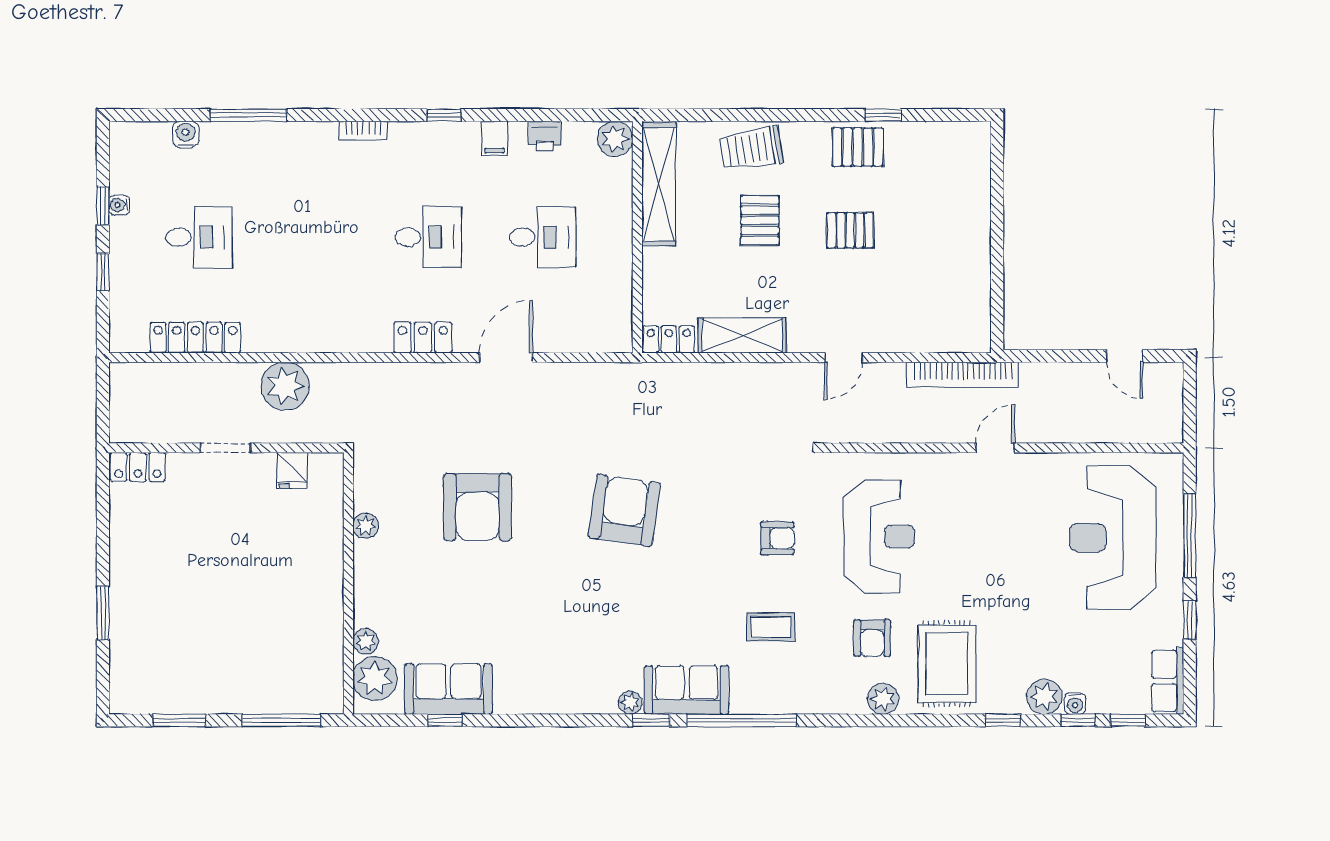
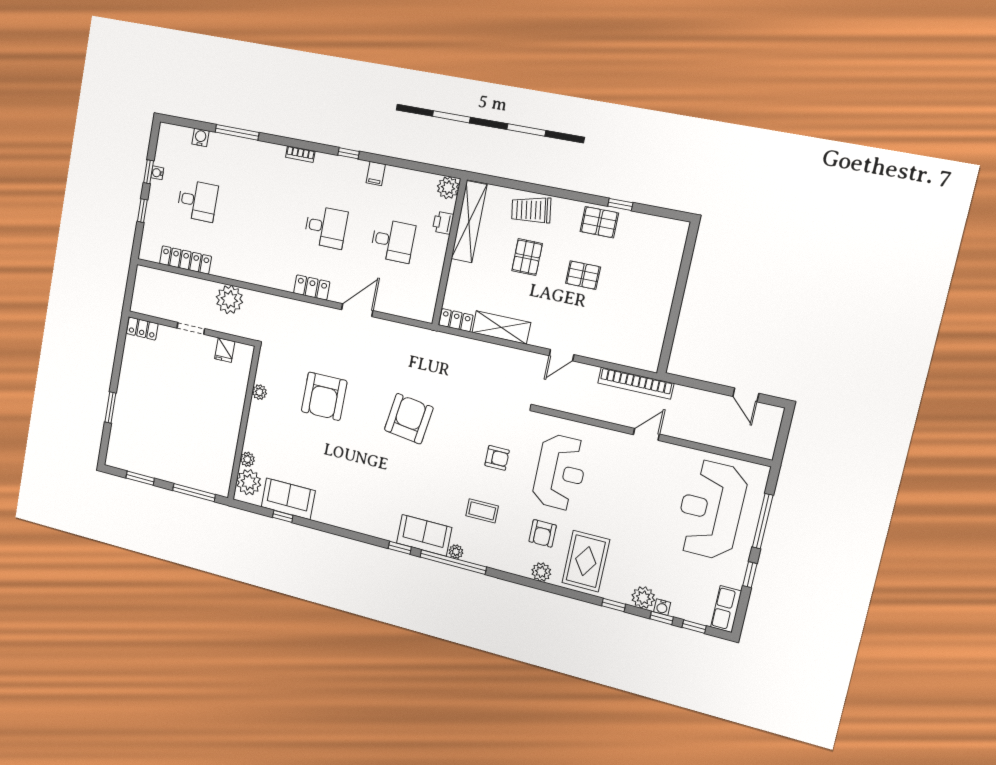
printer: (545, 136) -> (443, 223), moved, turned 90
plant: (630, 703) -> (456, 552), moved

